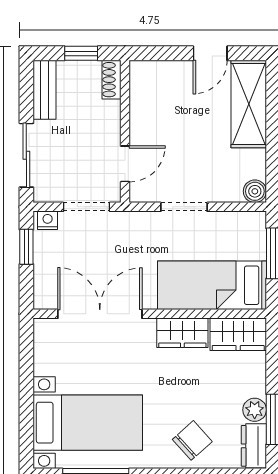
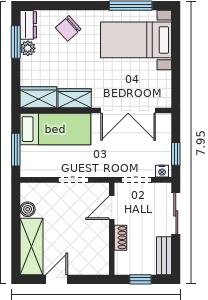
shoe rack: (112, 80) -> (121, 238), moved
boiler: (255, 191) -> (28, 209), moved

